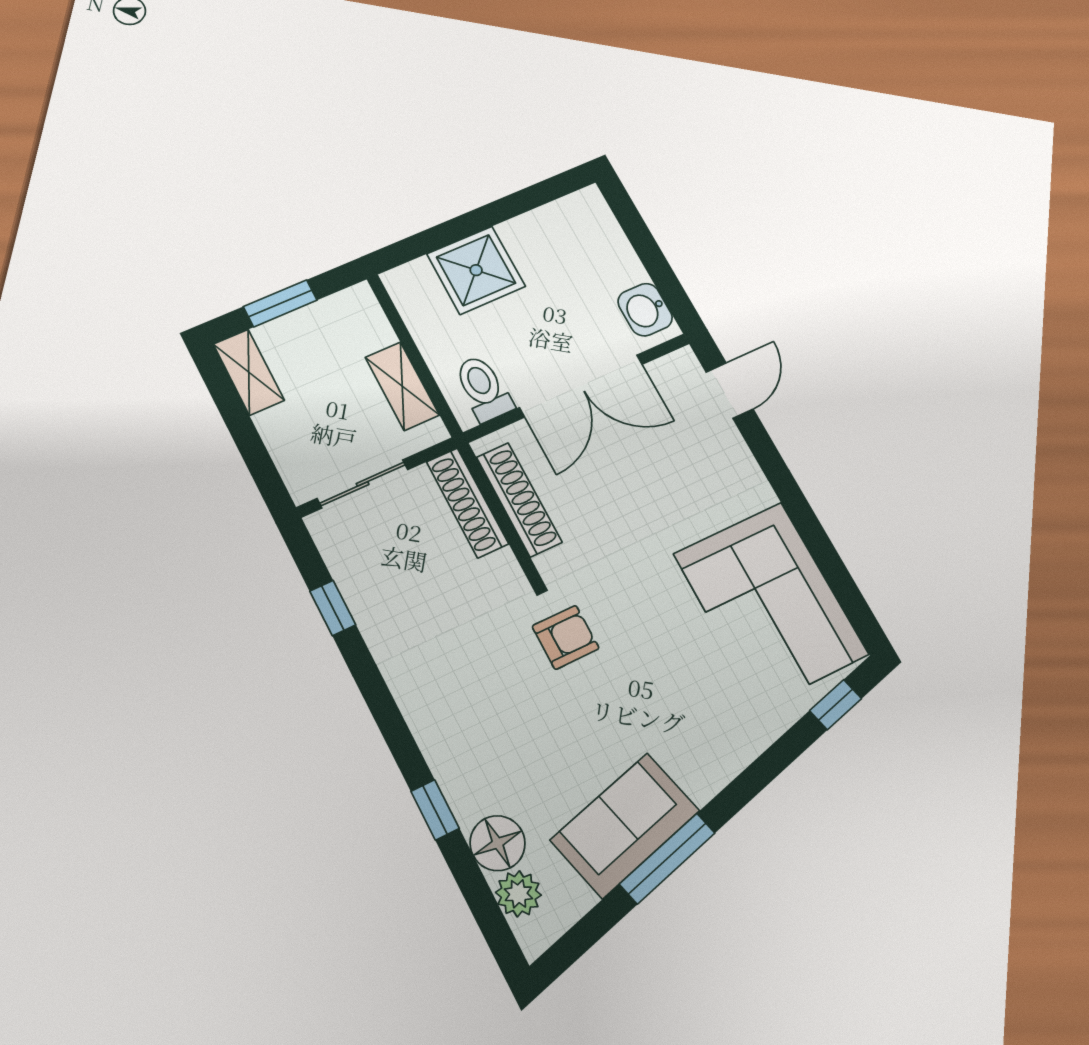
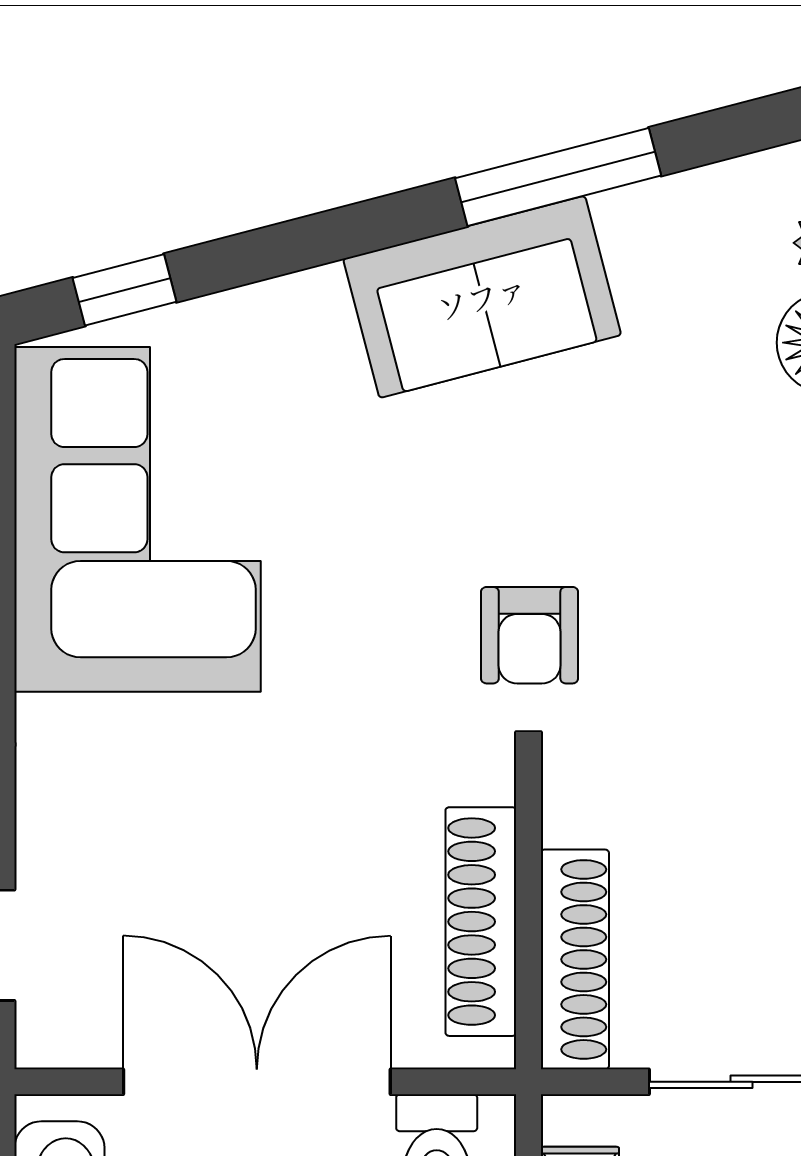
armchair: (566, 637) -> (530, 635), turned -90
sofa: (625, 825) -> (482, 297), moved

